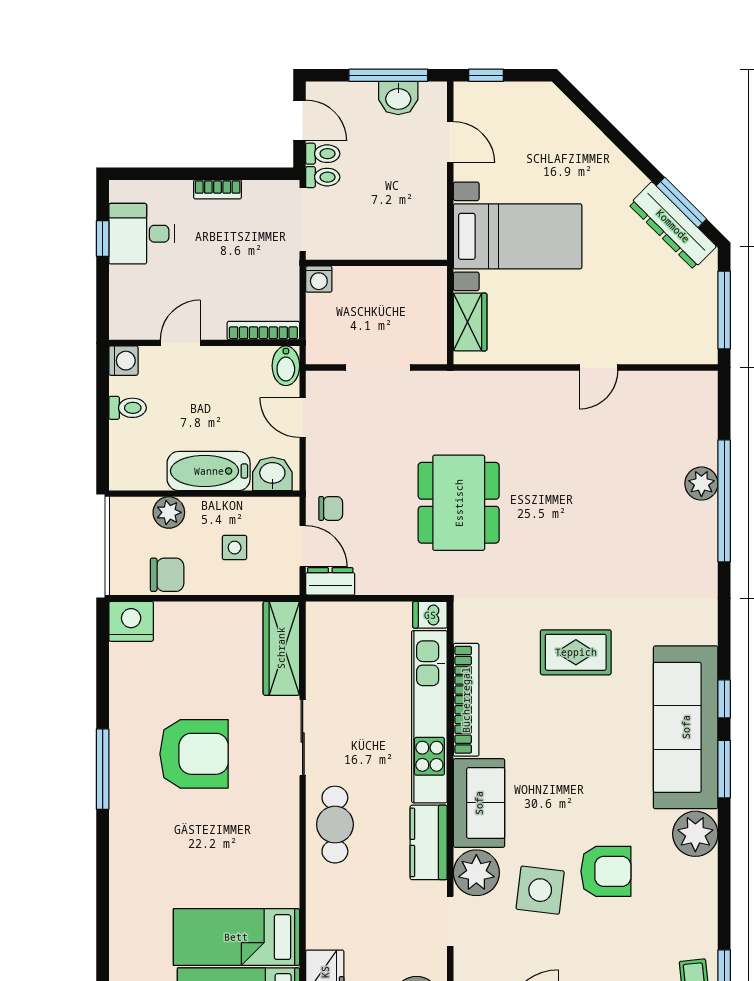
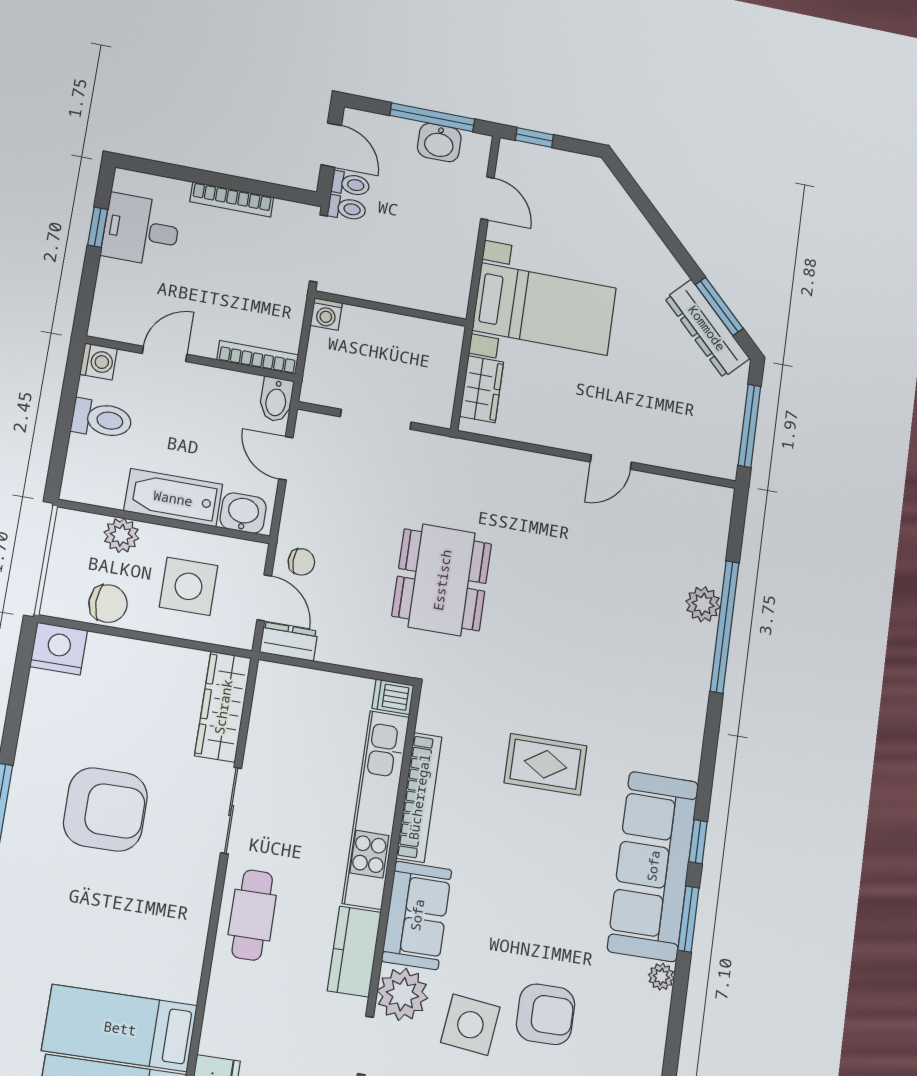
bookcase: (218, 189) -> (232, 199), width x1.56
toilet: (128, 408) -> (102, 419), width x1.37, depth x1.39
side table: (235, 548) -> (189, 586), width x1.87, depth x1.87
plant: (695, 834) -> (661, 977), width x0.53, depth x0.53

